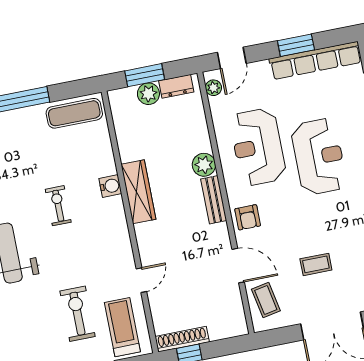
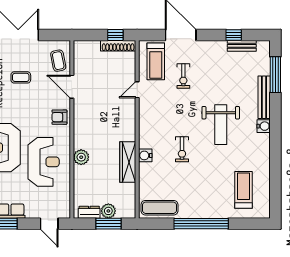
door: (232, 58) -> (49, 224), swing flipped
plant: (213, 88) -> (65, 206), removed
wardrobe: (138, 192) -> (128, 162), moved
bench: (214, 200) -> (79, 133), removed
armchair: (248, 217) -> (59, 117), turned -90
exercise bike: (77, 314) -> (183, 76), width x0.73, depth x0.72

